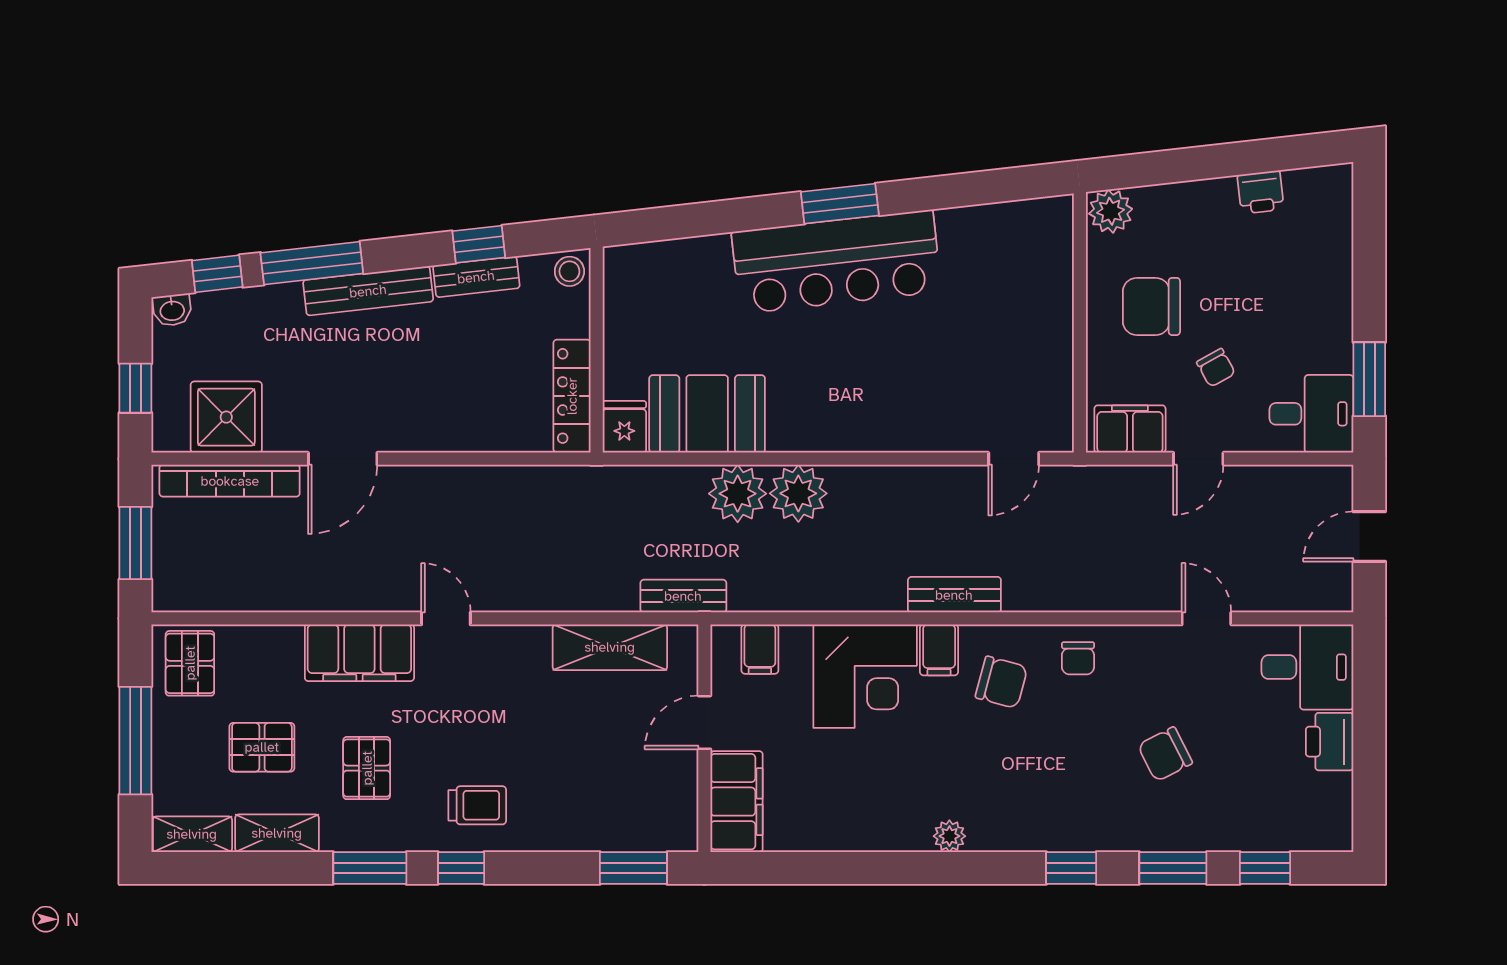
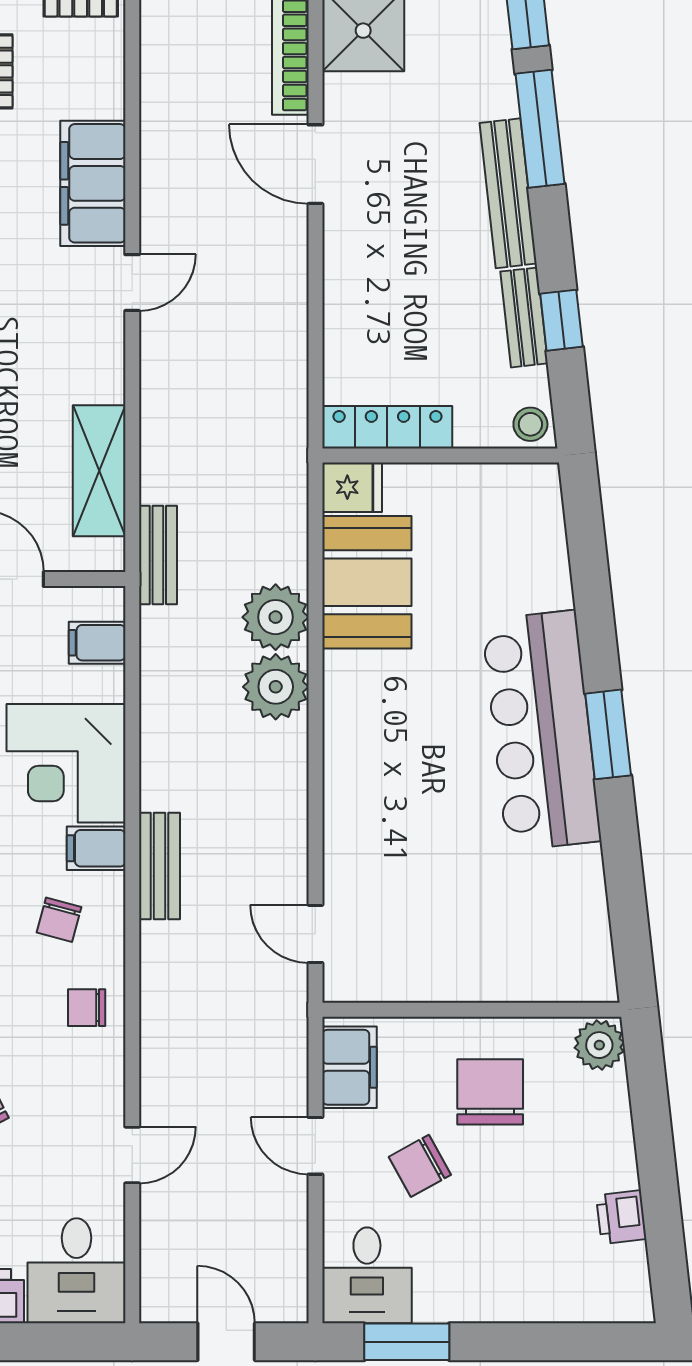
chair: (1216, 368) -> (420, 1166), width x1.37, depth x1.37
chair: (1001, 682) -> (59, 920), width x0.73, depth x0.73

